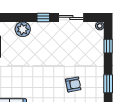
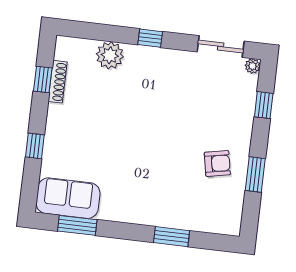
sliding door: (71, 17) -> (221, 47), moved
armchair: (73, 84) -> (217, 164), moved

